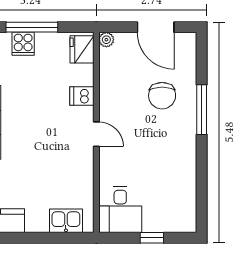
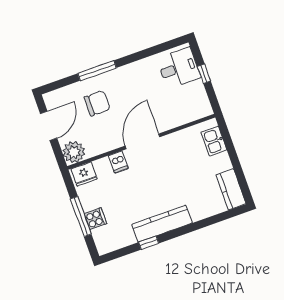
plant: (106, 40) -> (74, 152), width x1.88, depth x1.88
door: (96, 134) -> (142, 141), width x1.87
desk: (120, 210) -> (179, 68), moved

